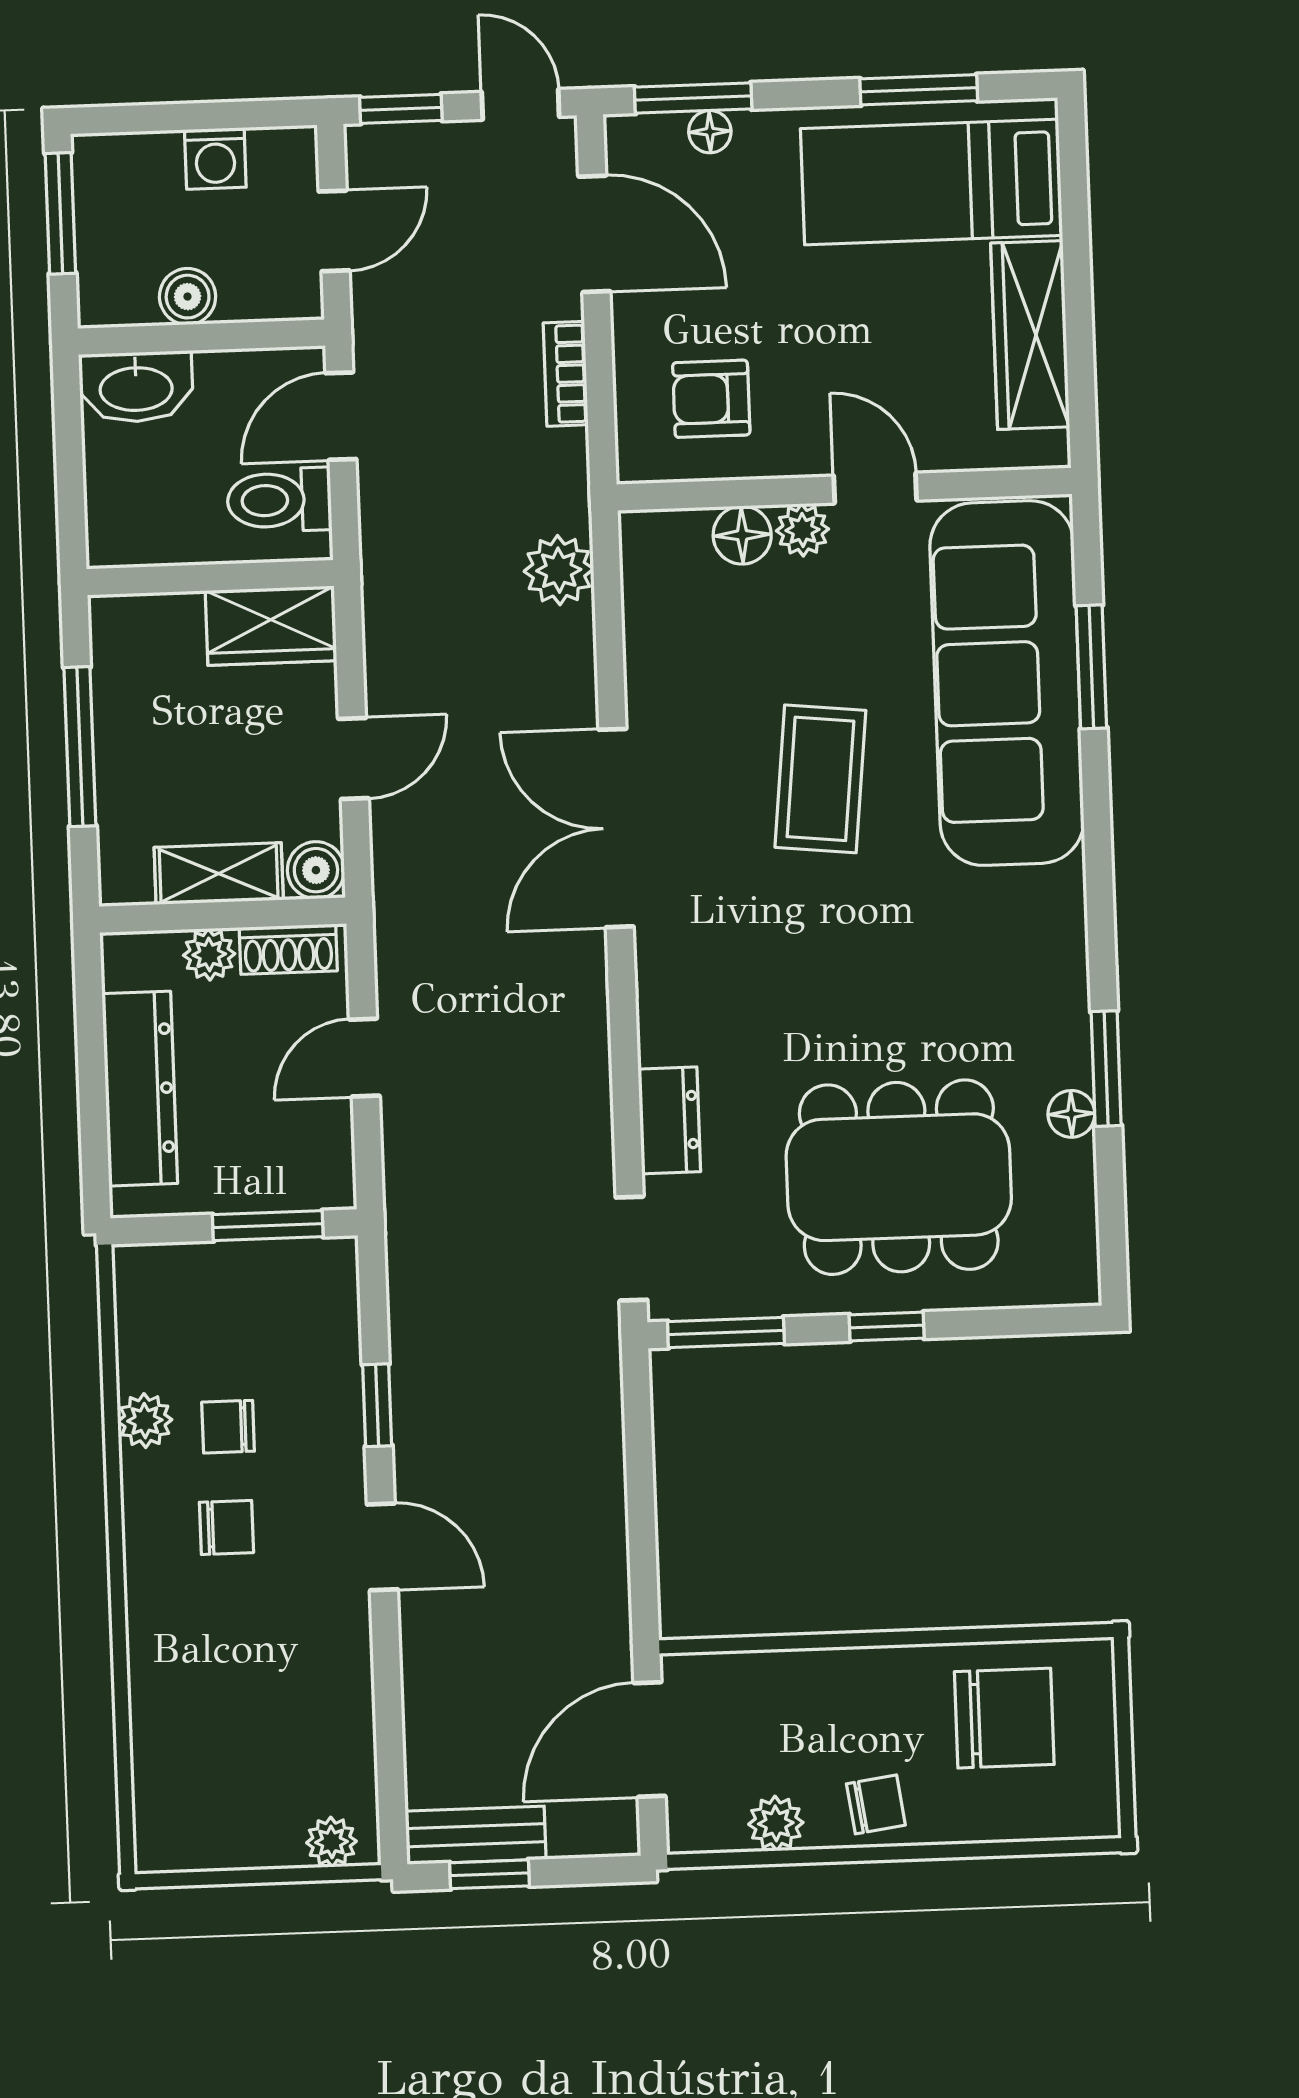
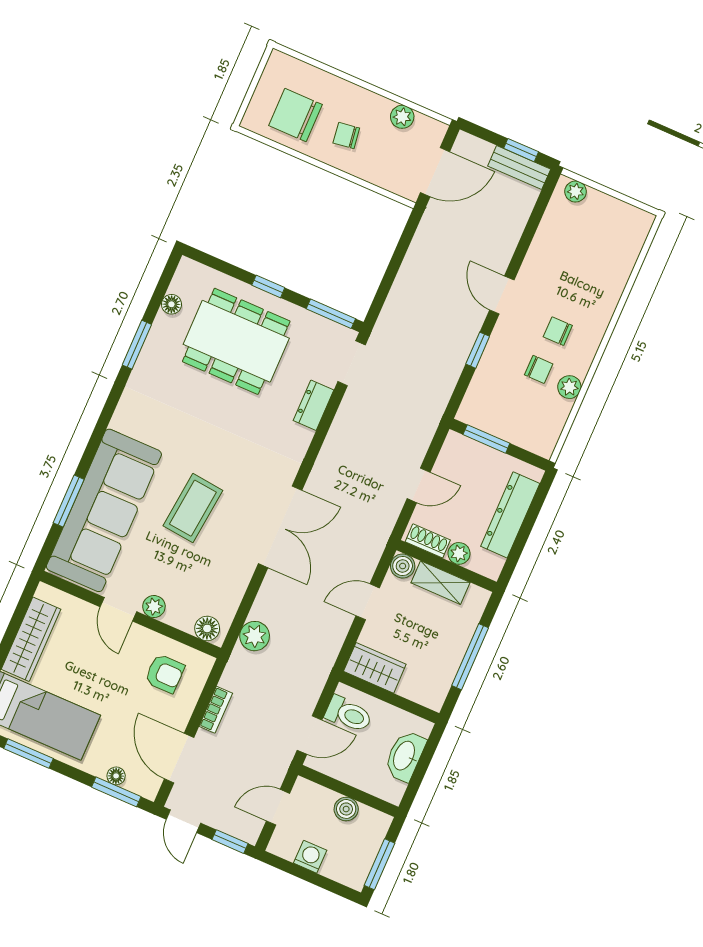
washbasin: (136, 387) -> (405, 756), moved, turned -90
floor lamp: (742, 535) -> (207, 628), moved
floor lamp: (1071, 1114) -> (171, 304), moved
chair: (876, 1804) -> (346, 135), moved

